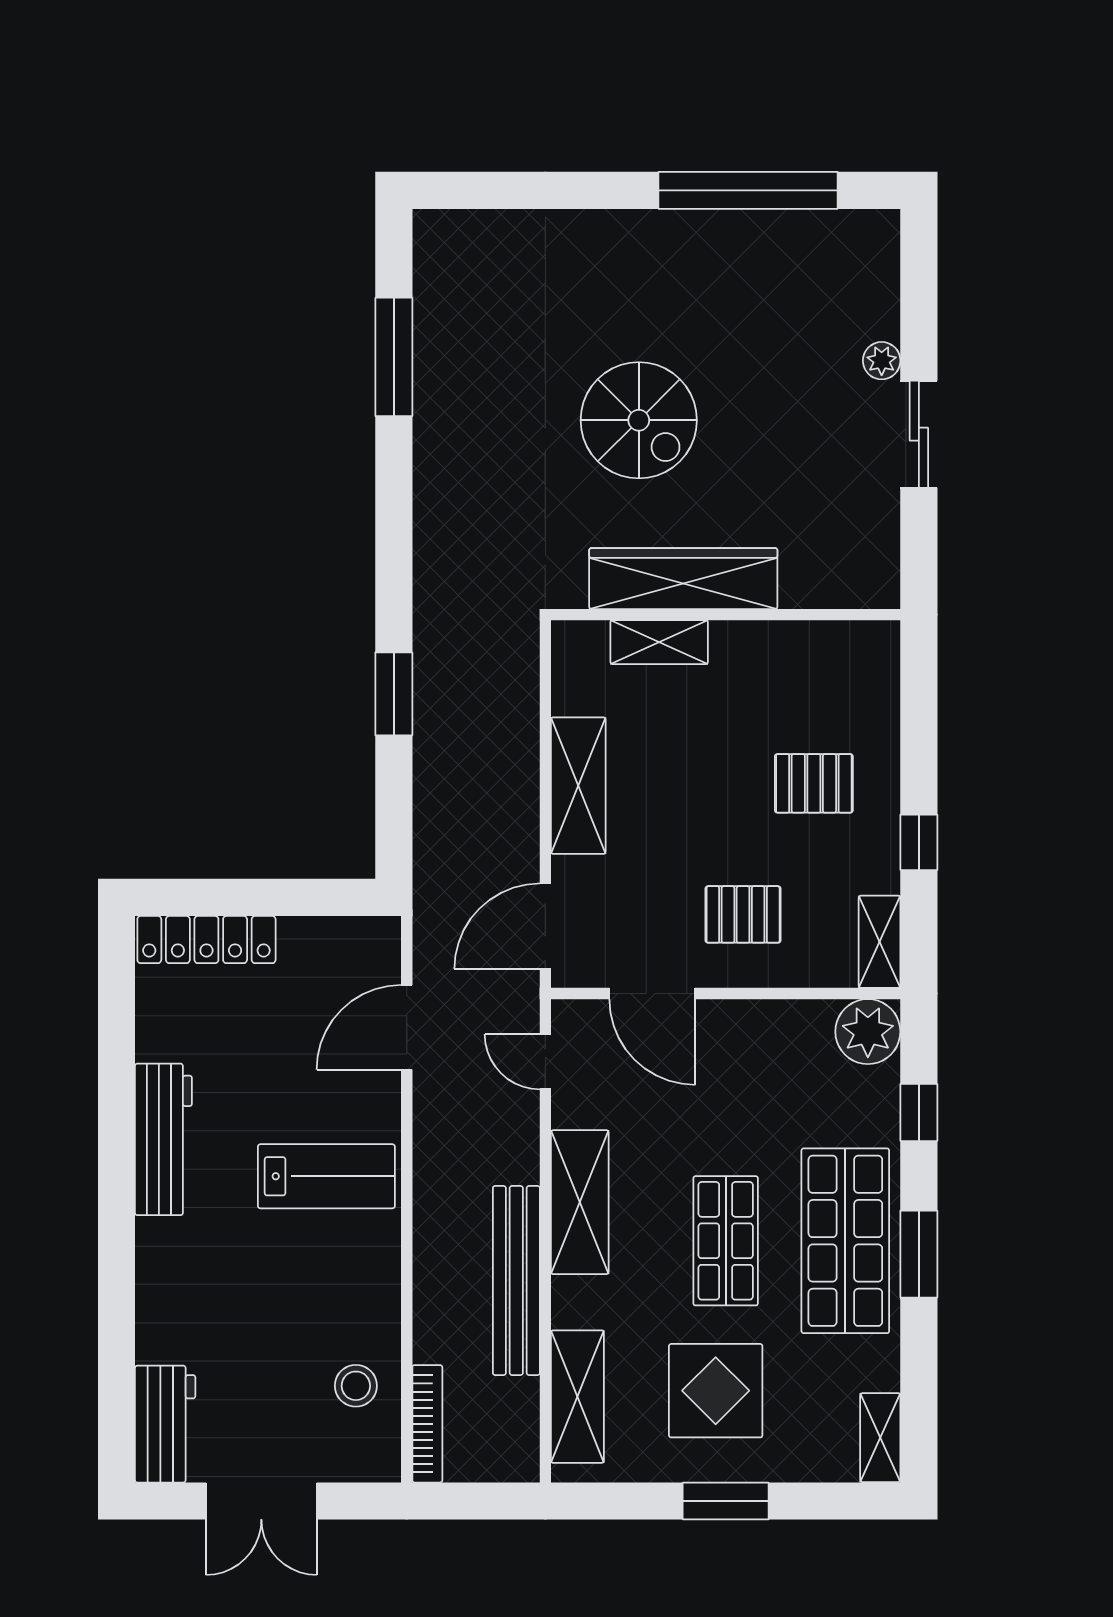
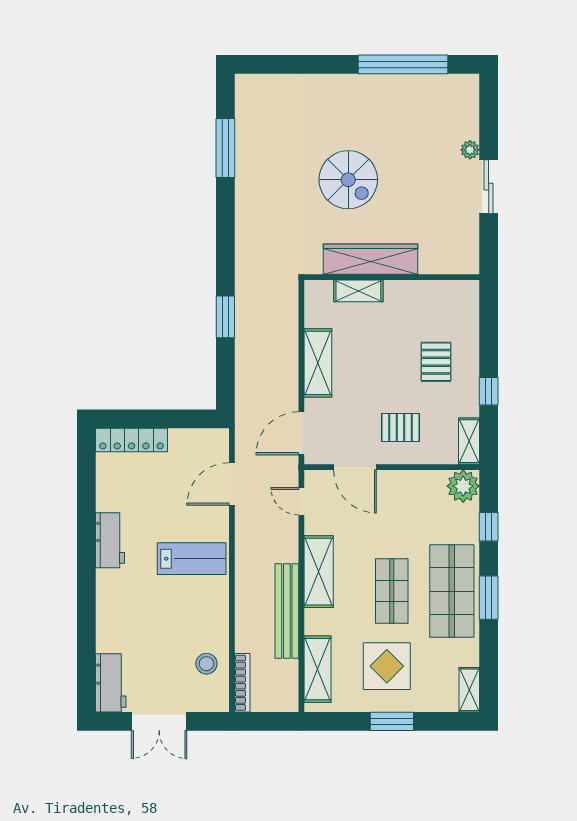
pallet: (814, 783) -> (436, 362), turned 90
workbench: (163, 1139) -> (110, 540), width x0.73

